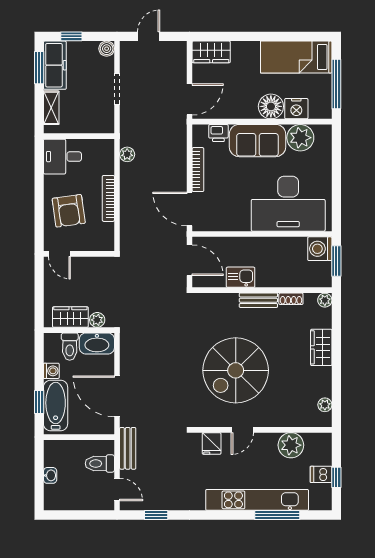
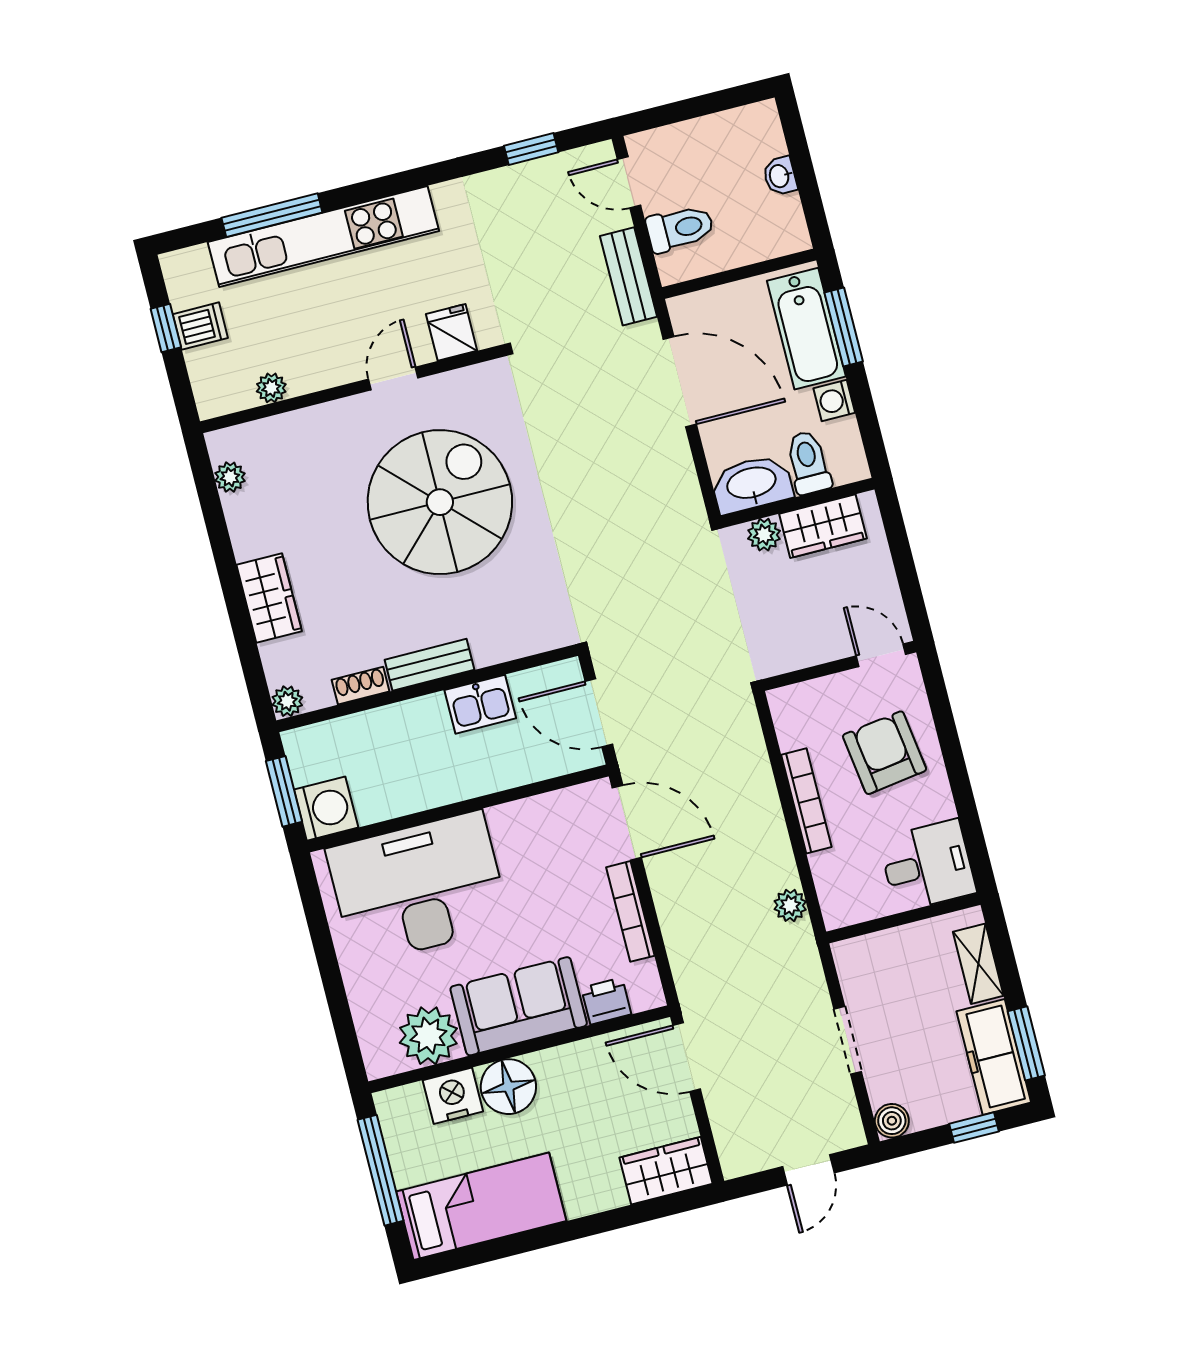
door: (190, 99) -> (687, 1057), hinge flipped
window: (39, 402) -> (844, 327), width x1.50
plant: (291, 445) -> (271, 388), width x0.53, depth x0.53

